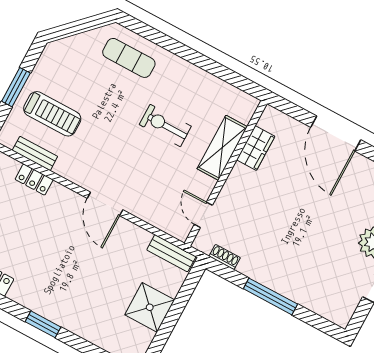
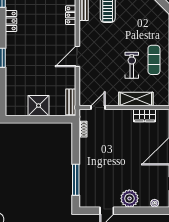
exercise mat: (129, 58) -> (154, 60), moved
window: (270, 296) -> (76, 180), moved

